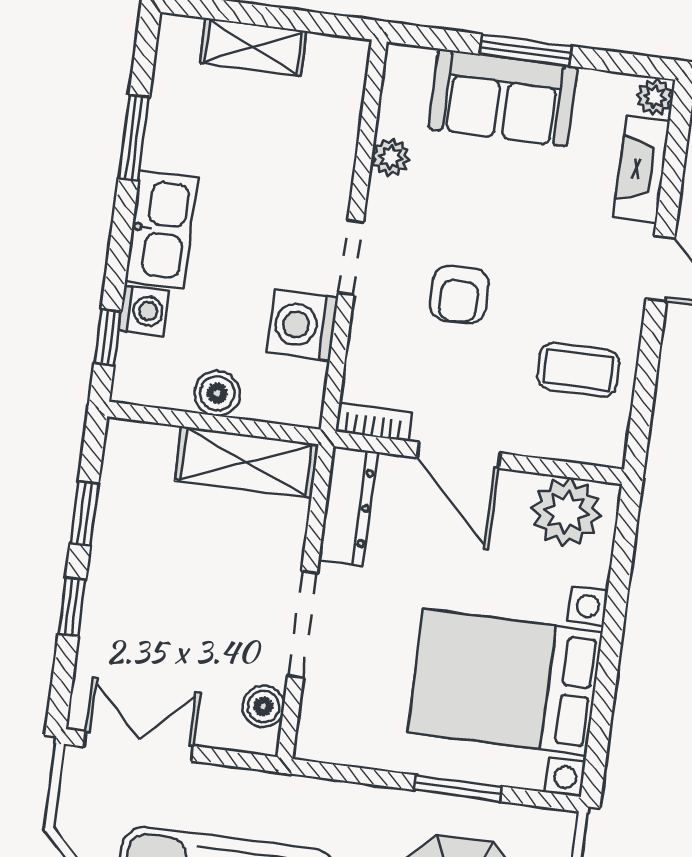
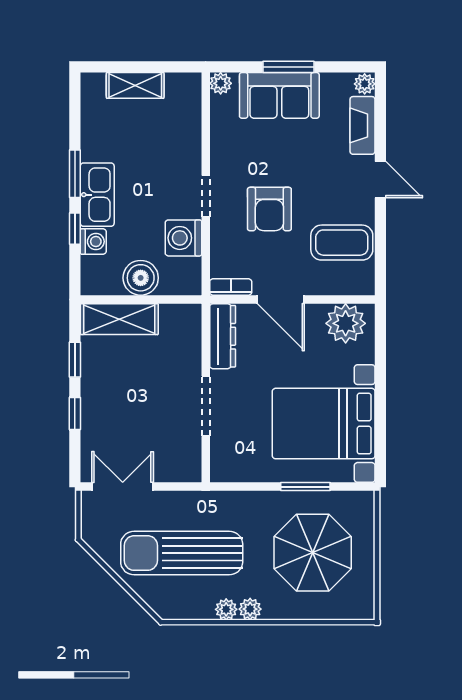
window: (134, 138) -> (75, 174), moved
plant: (391, 157) -> (221, 83), moved
armchair: (459, 294) -> (269, 209), width x1.38, depth x1.38
window: (108, 337) -> (75, 229), moved
coffee table: (578, 370) -> (342, 243), width x1.36, depth x1.30
boiler: (217, 393) -> (141, 278), width x1.36, depth x1.36
shelving: (246, 462) -> (119, 319), moved
boiler: (263, 706) -> (190, 455), removed

